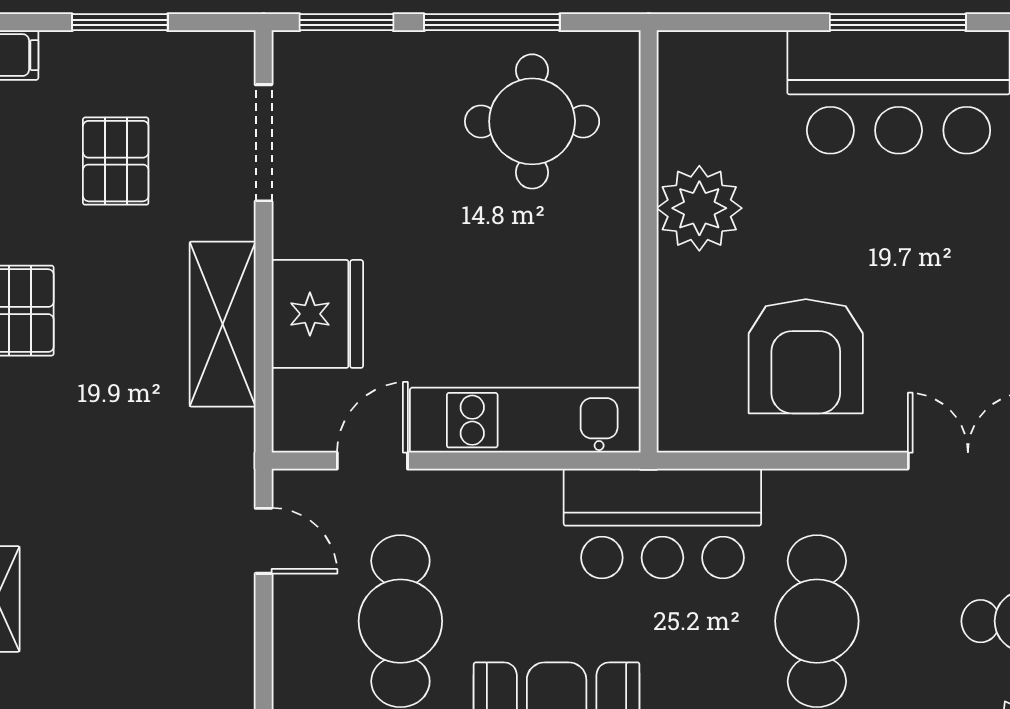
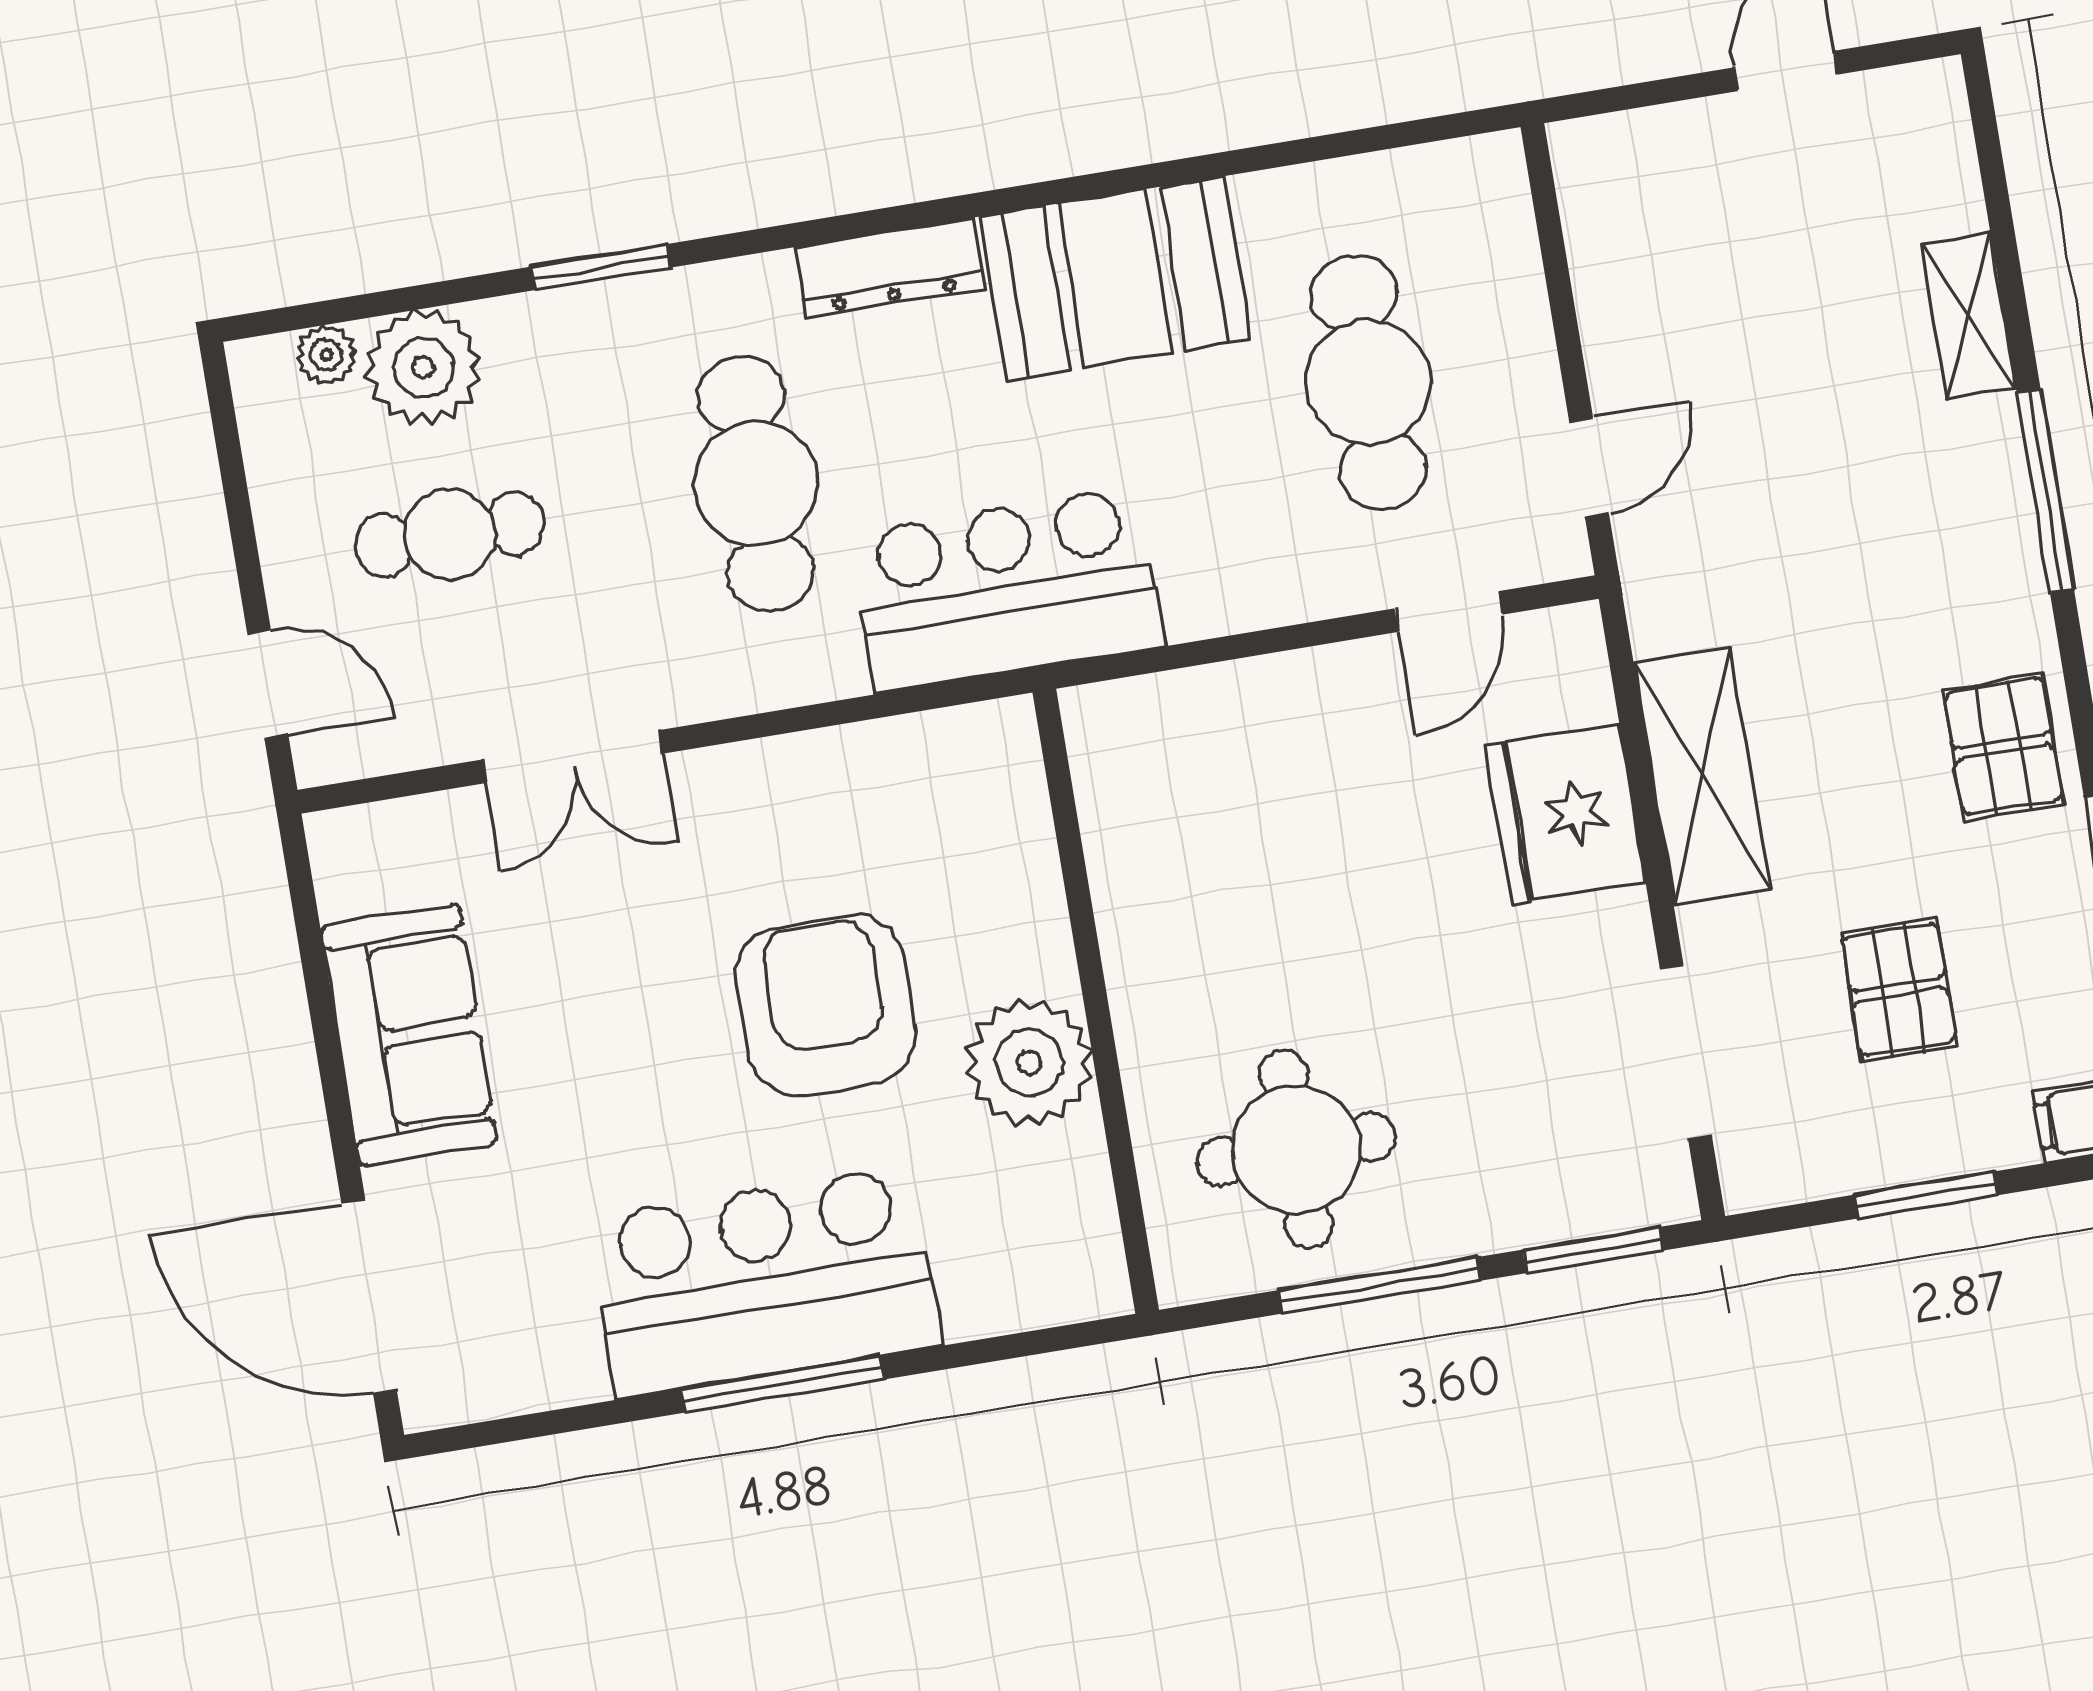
armchair: (806, 356) -> (826, 1005), moved
kitchen unit: (525, 420) -> (1234, 708), removed
door: (264, 541) -> (1589, 467), swing flipped

